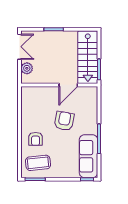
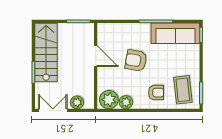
stairs: (88, 57) -> (46, 53), moved, turned -90
plant: (29, 97) -> (109, 100), added
plant: (27, 112) -> (126, 102), added

